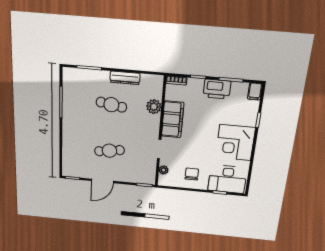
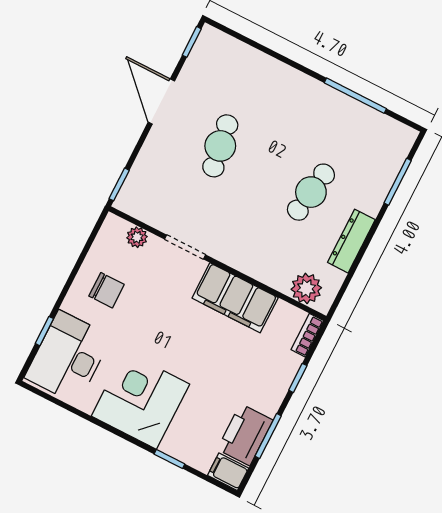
printer: (217, 89) -> (245, 435), moved
plant: (154, 107) -> (306, 288), moved

